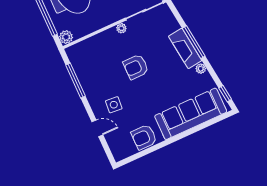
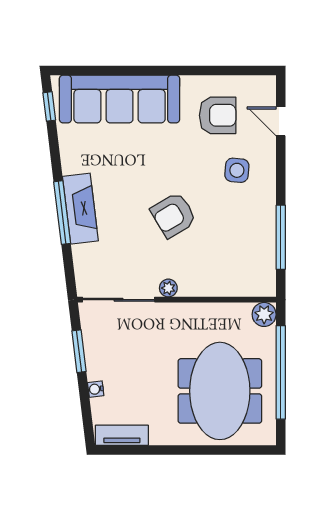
armchair: (136, 67) -> (174, 215), turned 149
plant: (201, 69) -> (70, 165), removed
door: (97, 128) -> (281, 121), moved
armchair: (144, 137) -> (218, 115), moved

